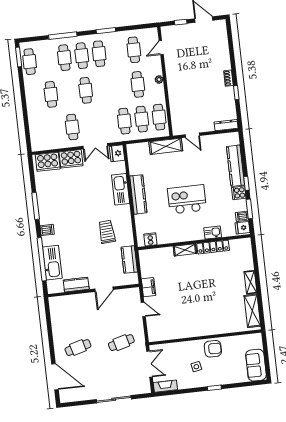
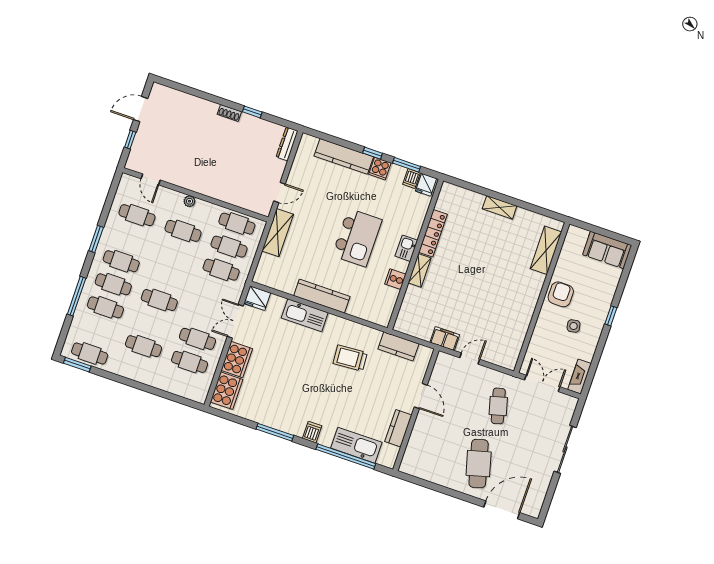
cafe table: (55, 129) -> (190, 362), added
double door: (95, 146) -> (235, 321), swing flipped
kitchen island: (187, 199) -> (357, 238), turned 180
kitchen sink: (213, 233) -> (406, 248), moved
cooker: (150, 239) -> (395, 279), moved
shelving: (252, 311) -> (546, 250), moved, turned 90
cafe table: (78, 348) -> (479, 464), width x1.37, depth x1.35

